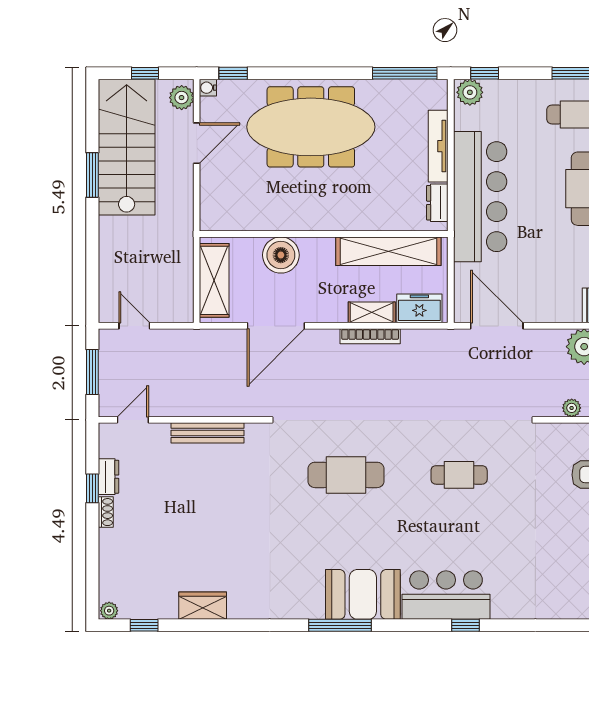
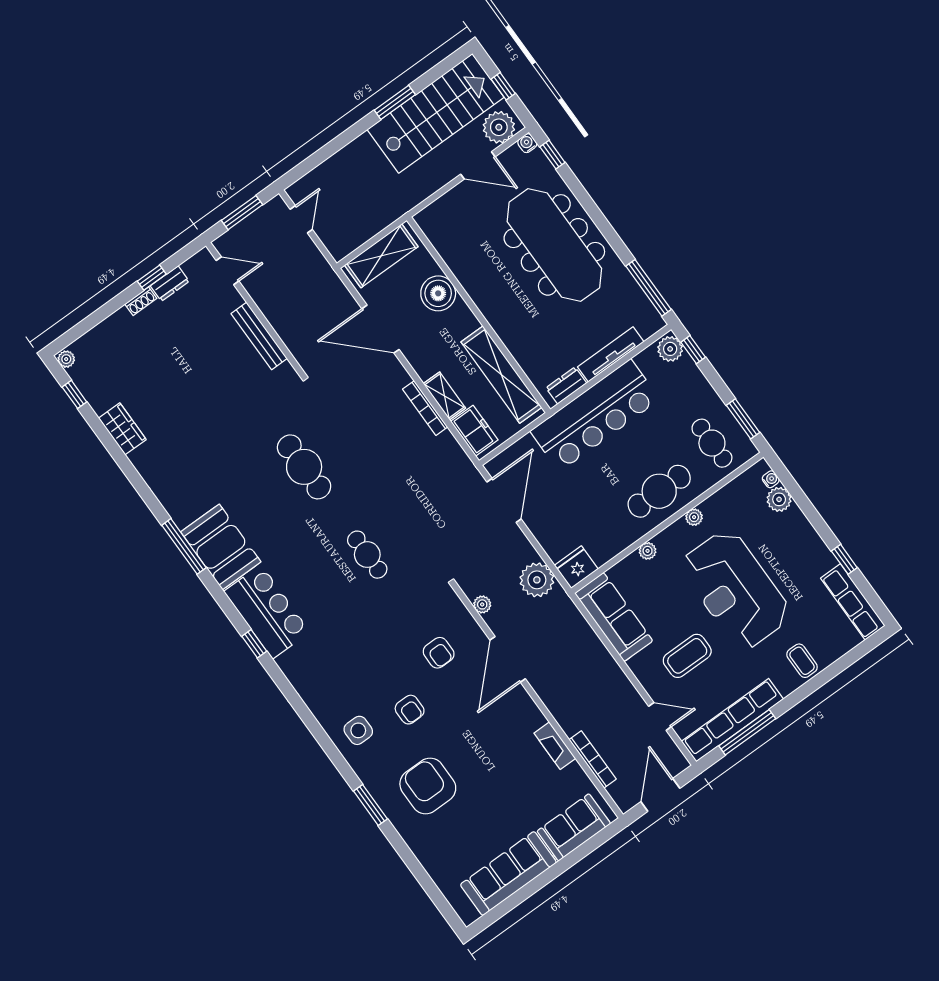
plant: (182, 98) -> (499, 127), width x1.36, depth x1.36

